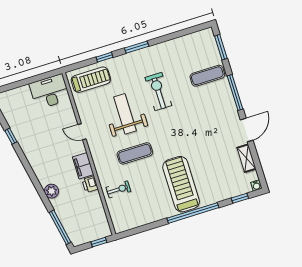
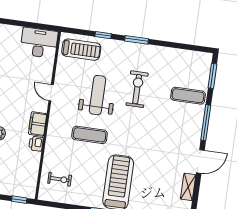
exercise bike: (118, 189) -> (60, 179), moved

